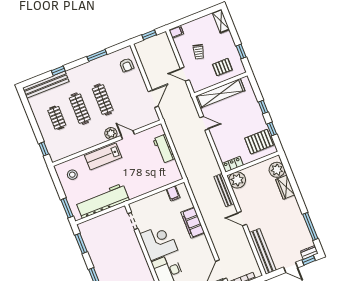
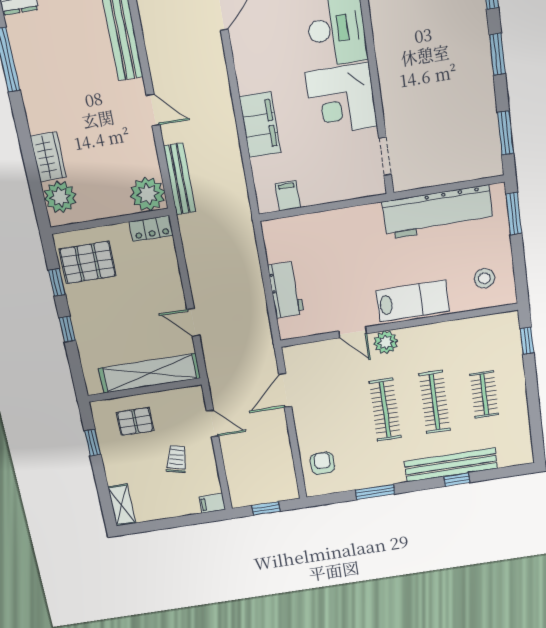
bench: (46, 85) -> (451, 465), moved

